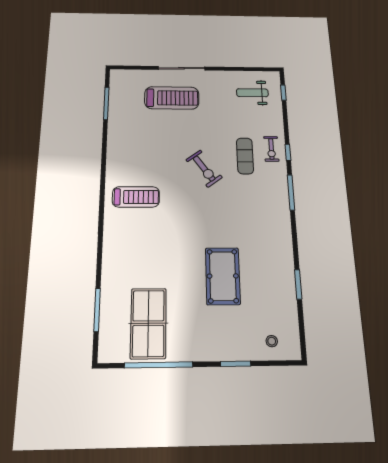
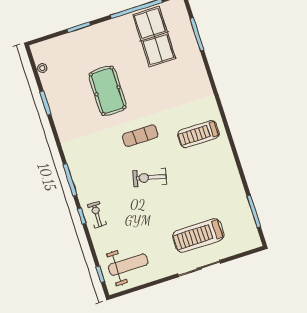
weight bench: (252, 93) -> (128, 265), width x1.36, depth x1.33
exercise mat: (245, 156) -> (140, 136), moved, turned 90
exercise bike: (204, 169) -> (150, 178), turned -40
stool: (272, 341) -> (42, 68), moved

